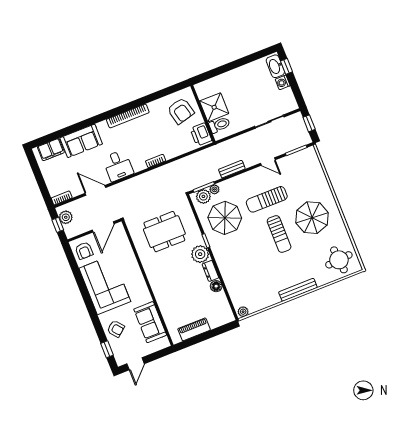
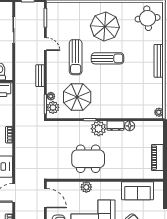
door: (268, 162) -> (45, 44), hinge flipped
dining table: (164, 232) -> (88, 159), moved, turned 90
plant: (132, 266) -> (86, 187), added

